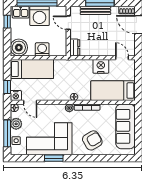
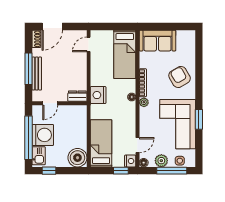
washing machine: (42, 49) -> (80, 132), removed
nightstand: (101, 66) -> (98, 95), moved
sofa: (125, 126) -> (157, 41), width x0.73

